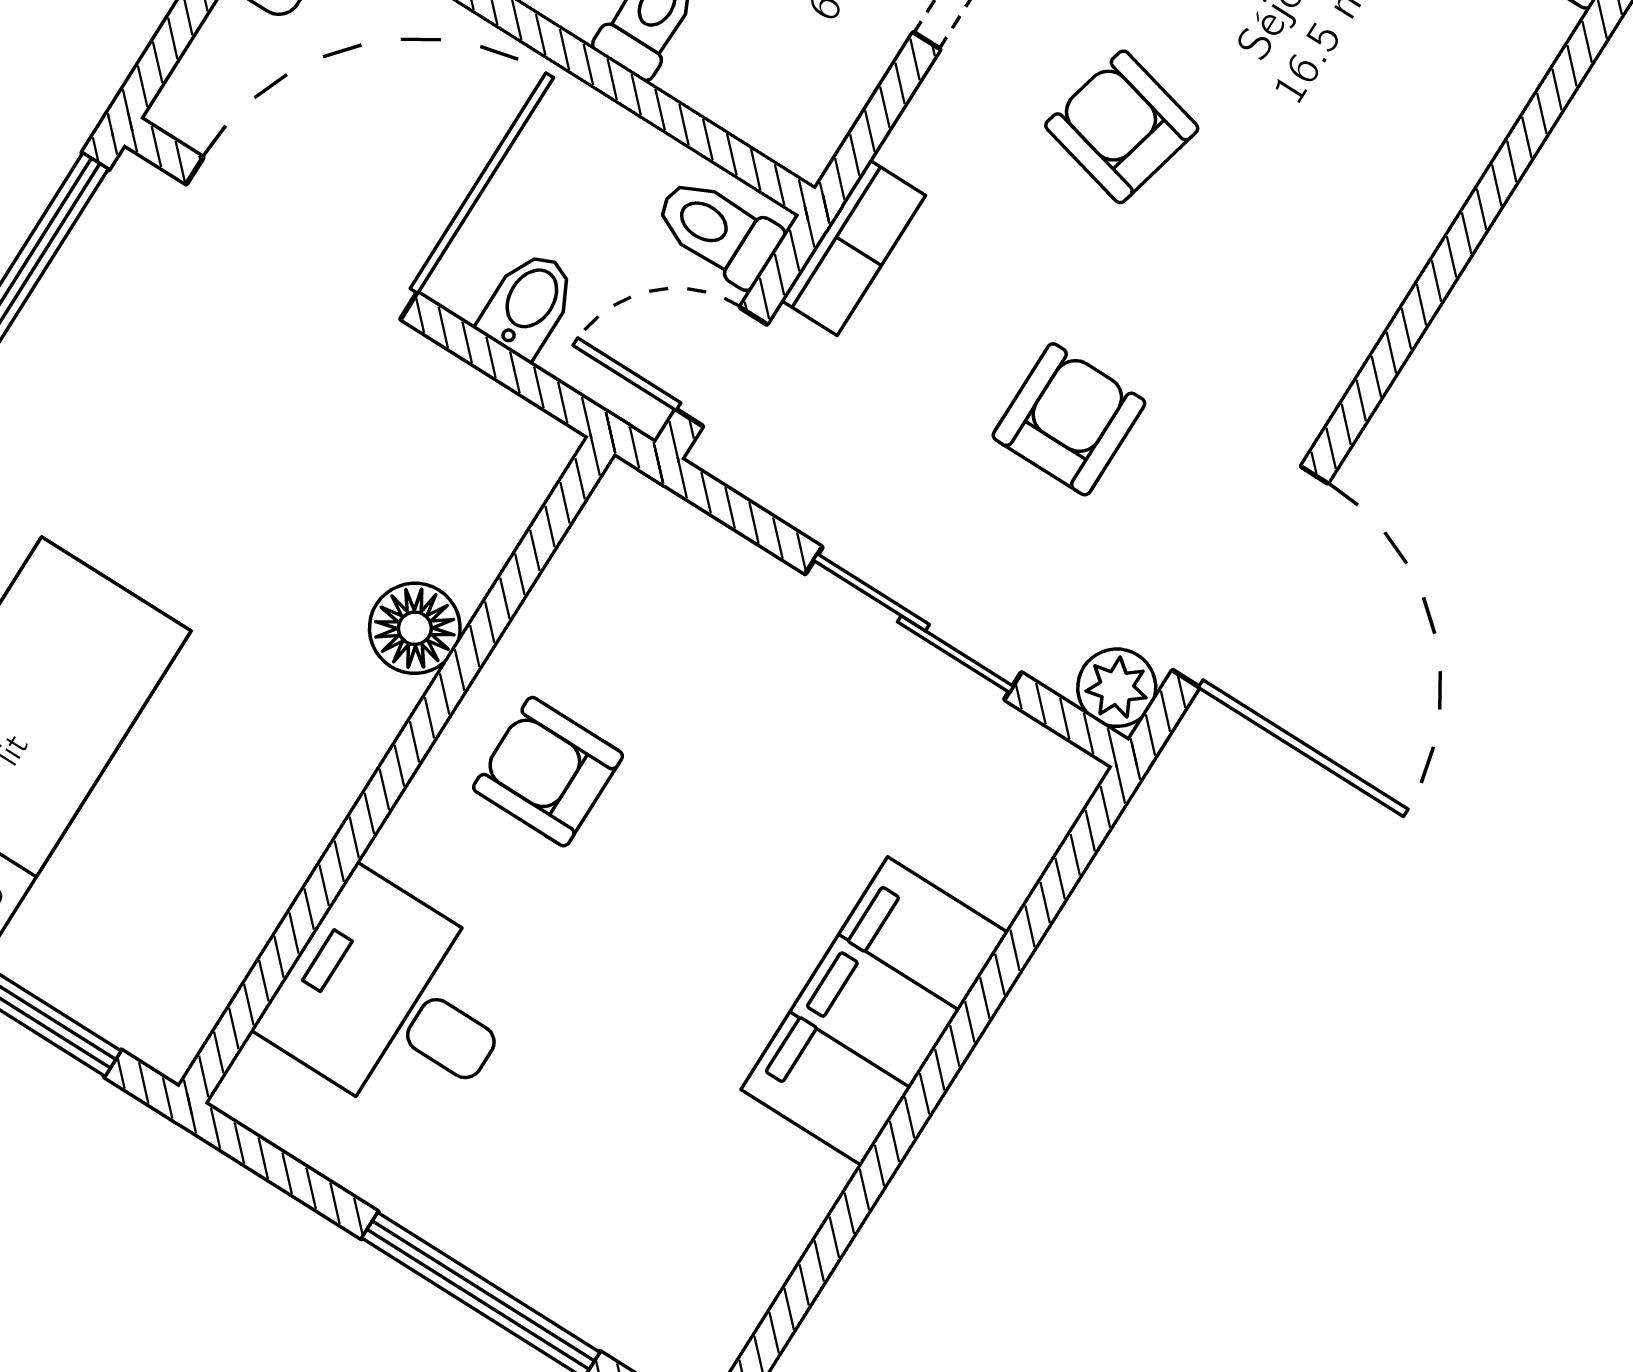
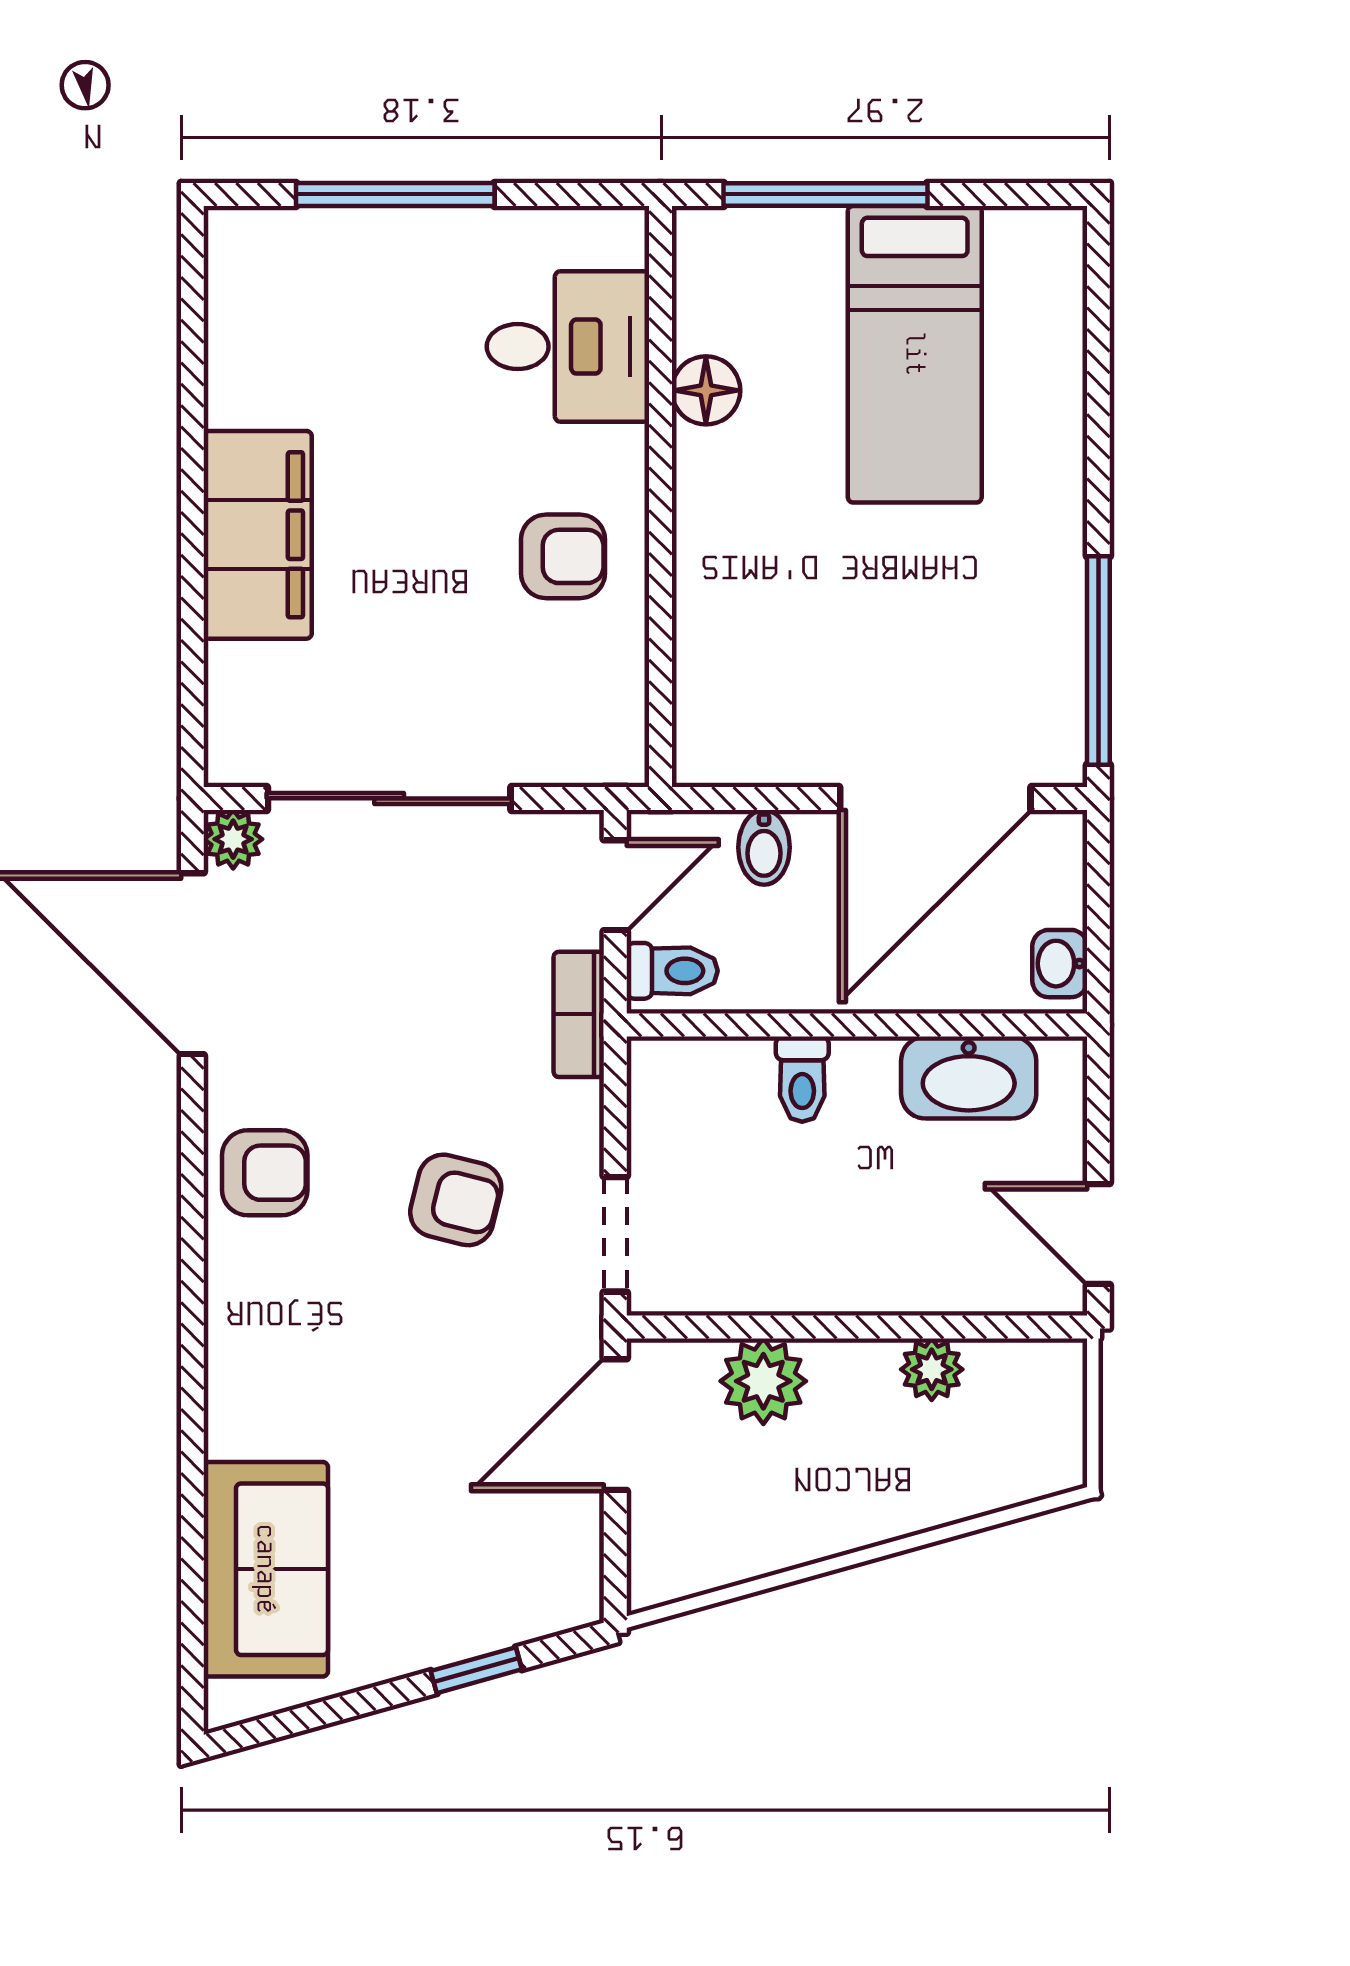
armchair: (1069, 419) -> (265, 1173), moved, turned -90
sliding door: (913, 623) -> (389, 798), width x1.37
floor lamp: (415, 628) -> (706, 390), moved

